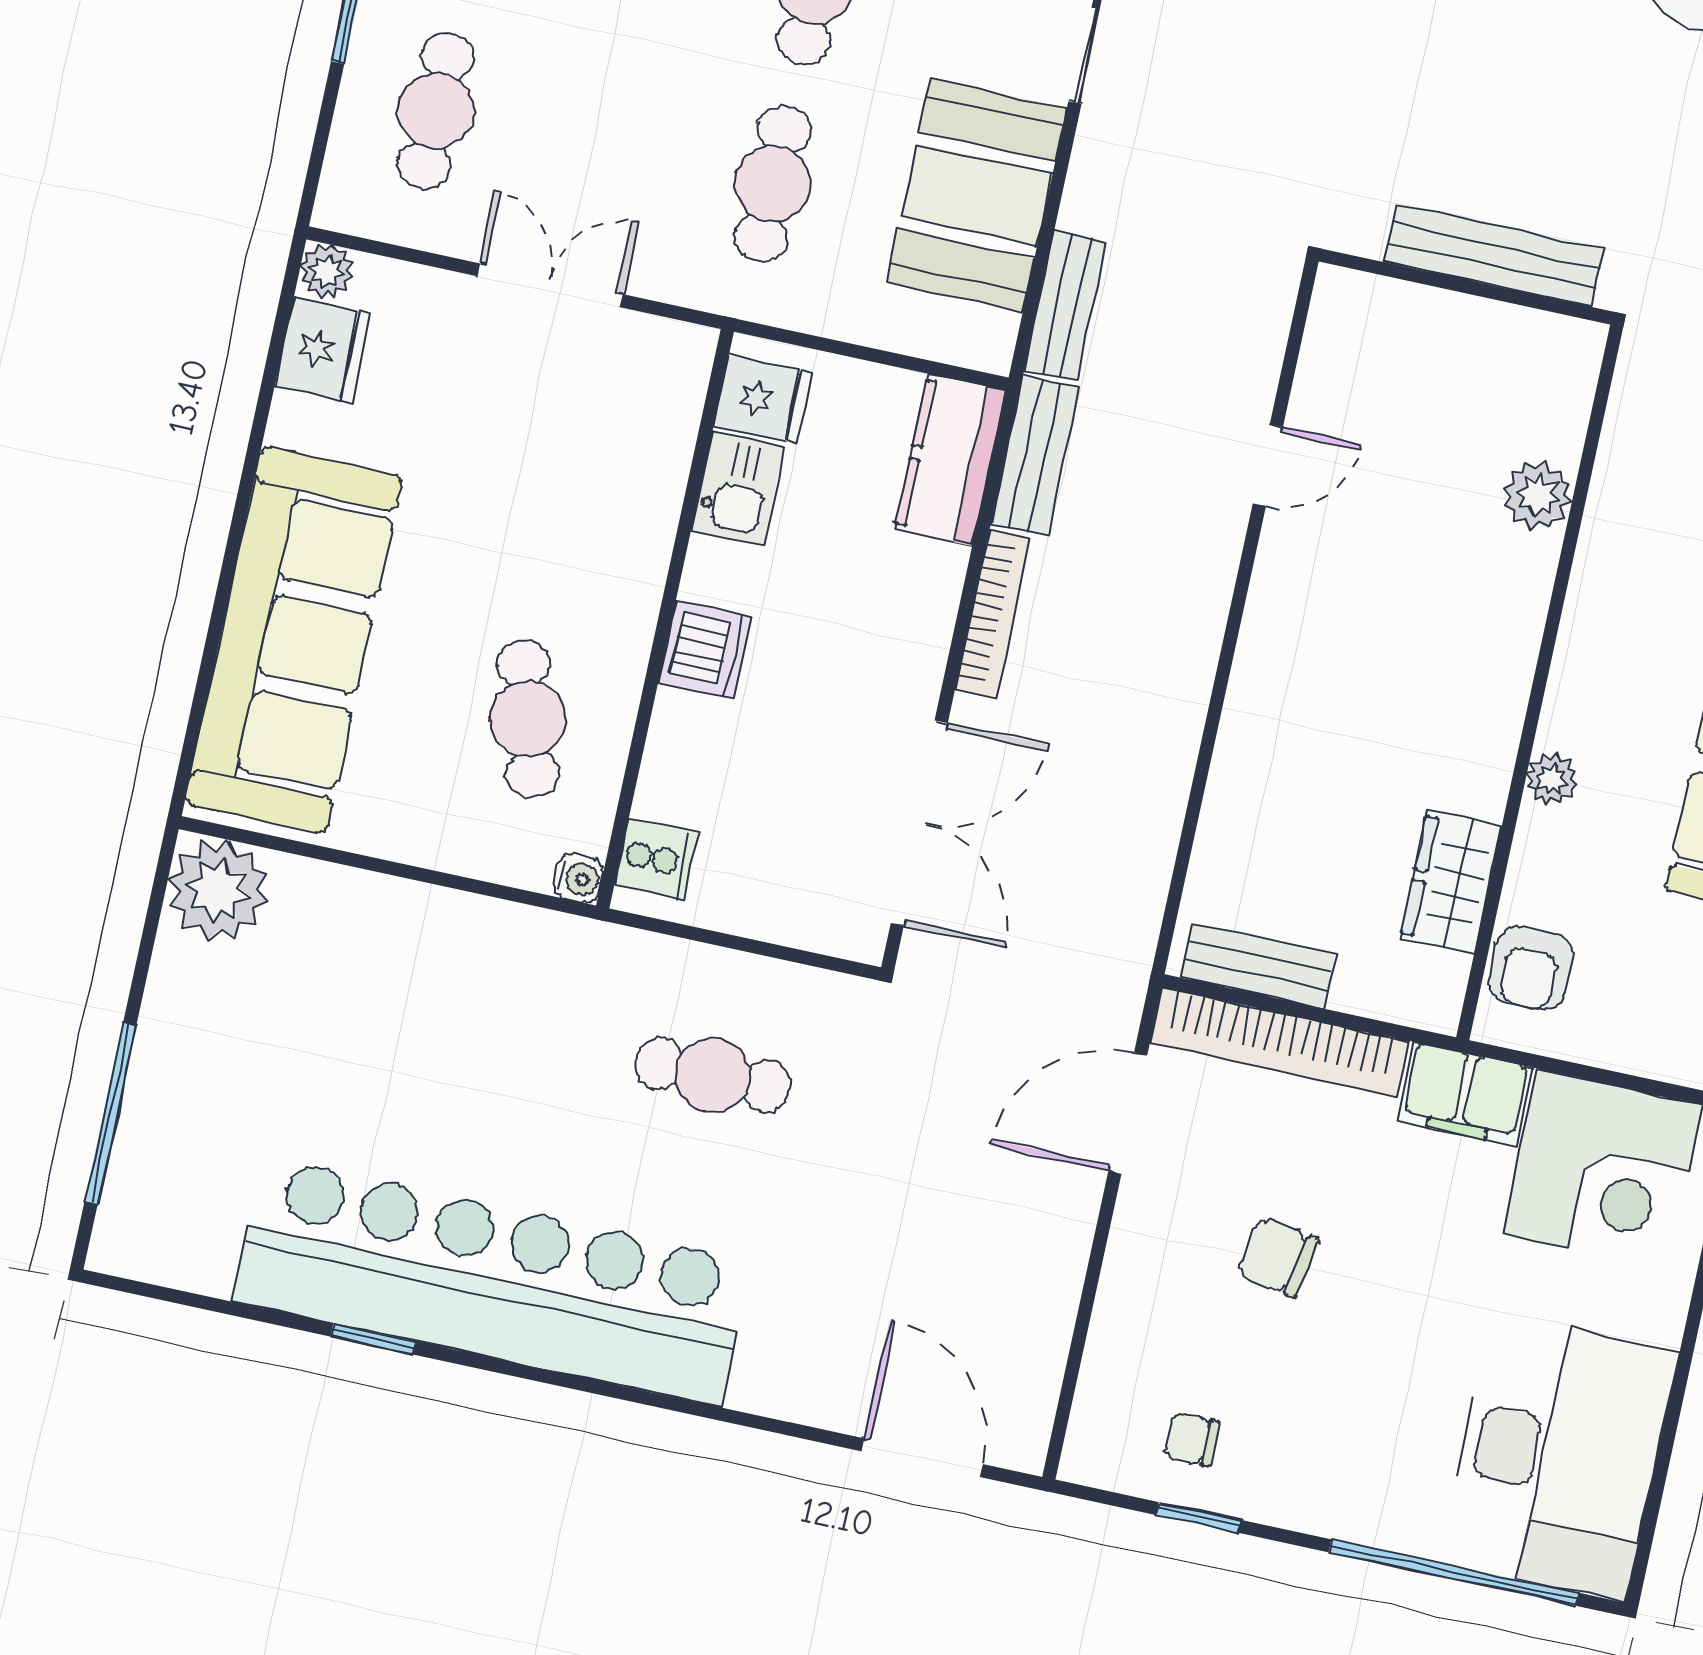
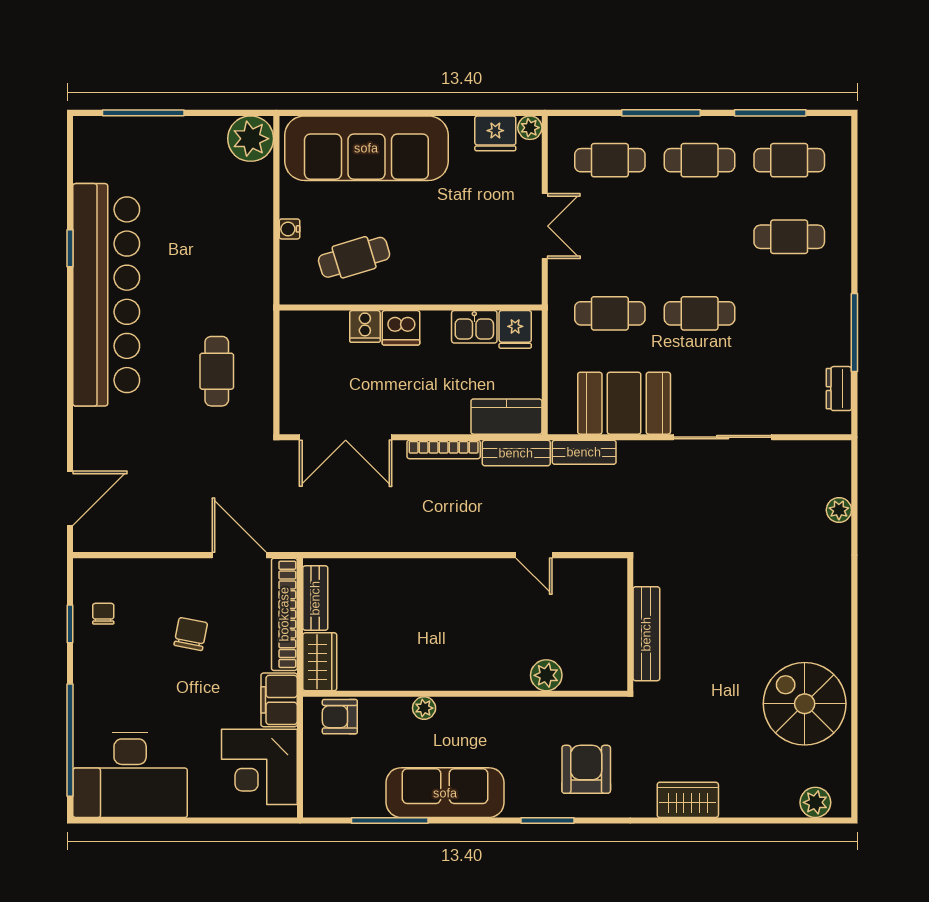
cooker: (656, 859) -> (365, 326), moved
water cooler: (579, 878) -> (290, 229), moved, turned 90
wardrobe: (1451, 883) -> (320, 662), moved, turned 90

